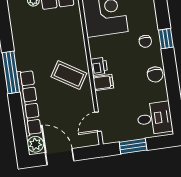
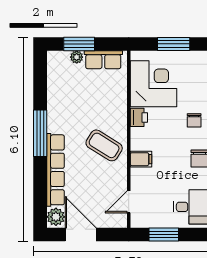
printer: (99, 66) -> (139, 117), moved

